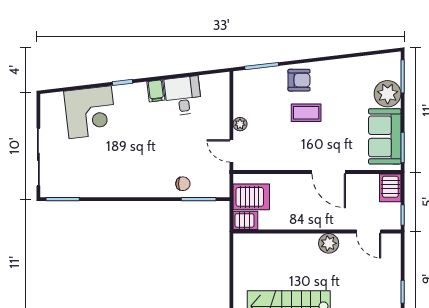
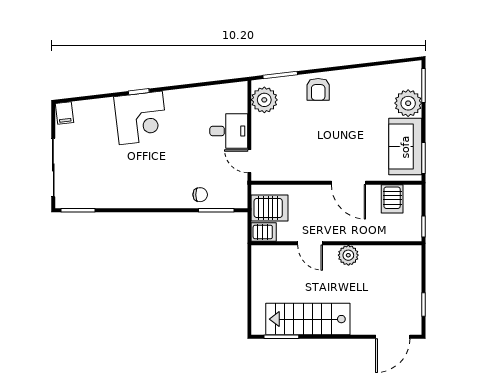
armchair: (299, 80) -> (318, 89), turned 90
filing cabinet: (156, 91) -> (64, 113), moved
desk: (183, 96) -> (229, 131), moved, turned 97
corner desk: (90, 112) -> (141, 118), moved
coffee table: (306, 113) -> (325, 122), removed
plant: (240, 124) -> (264, 100), moved, width x1.88, depth x1.88
server rack: (390, 188) -> (392, 199), moved
door: (369, 232) -> (310, 243), moved

